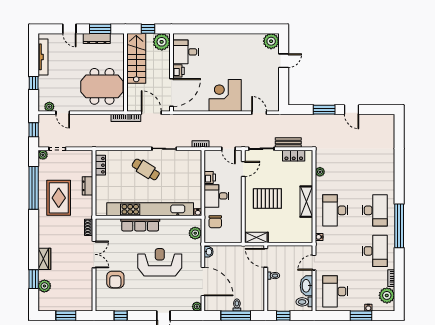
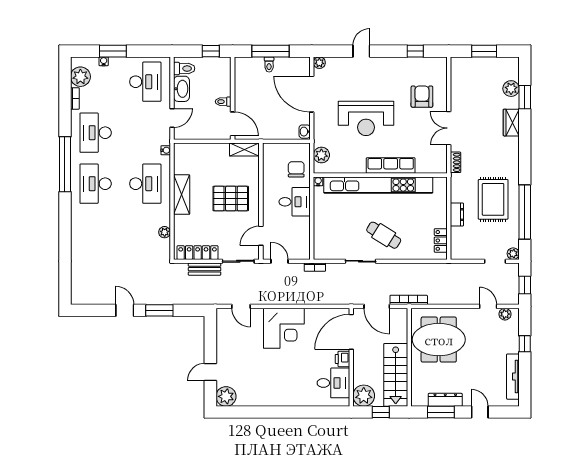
locker: (294, 156) -> (198, 253), width x1.53
printer: (210, 178) -> (303, 225), removed

